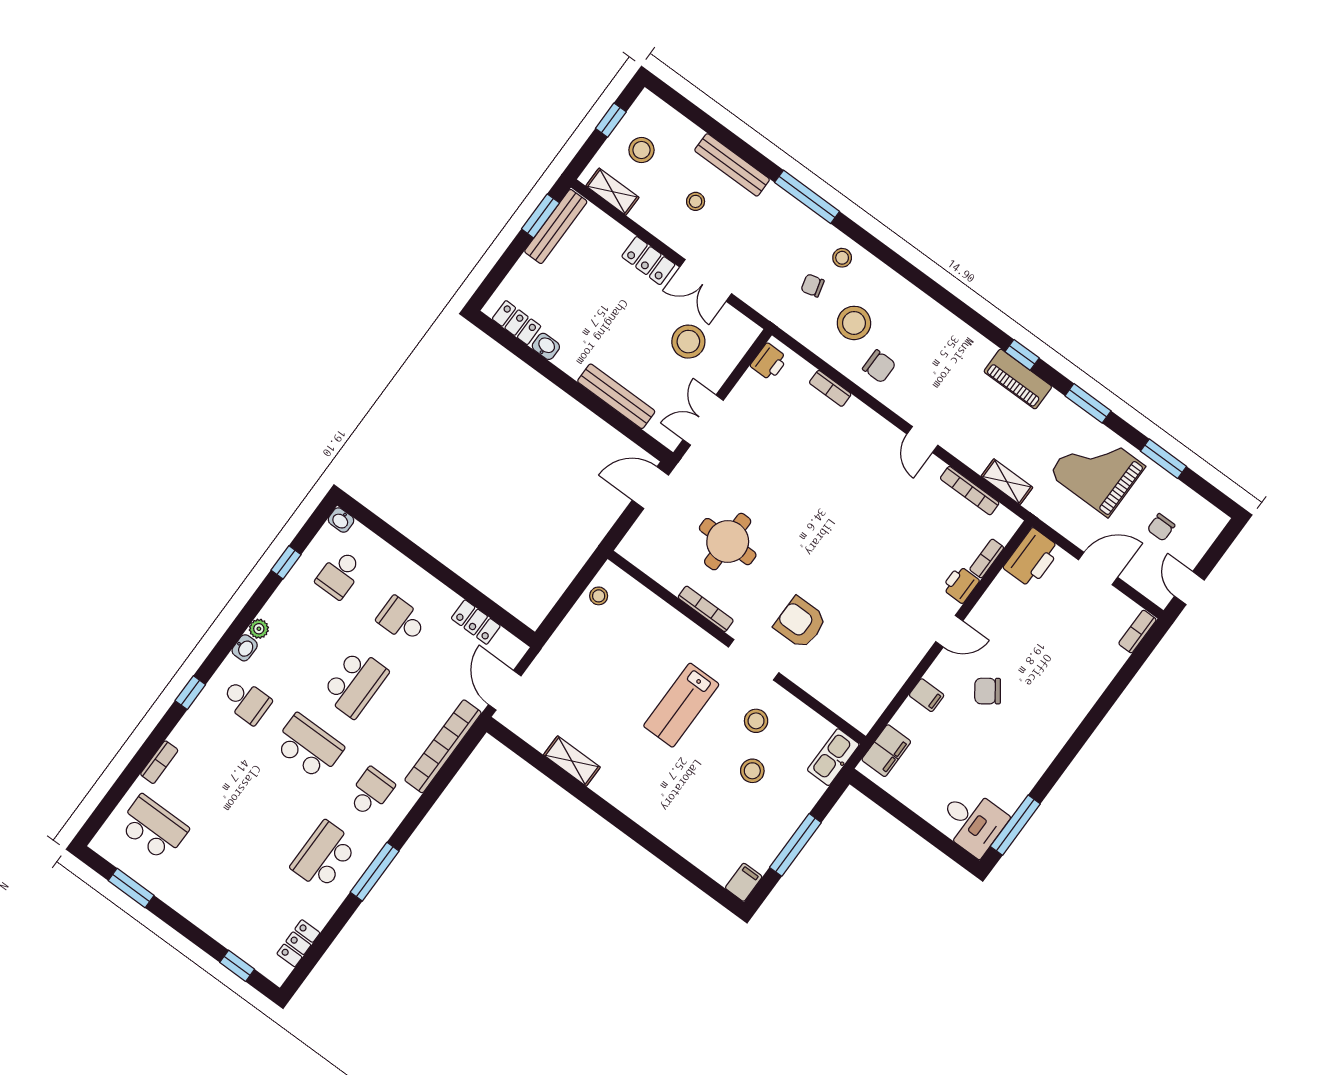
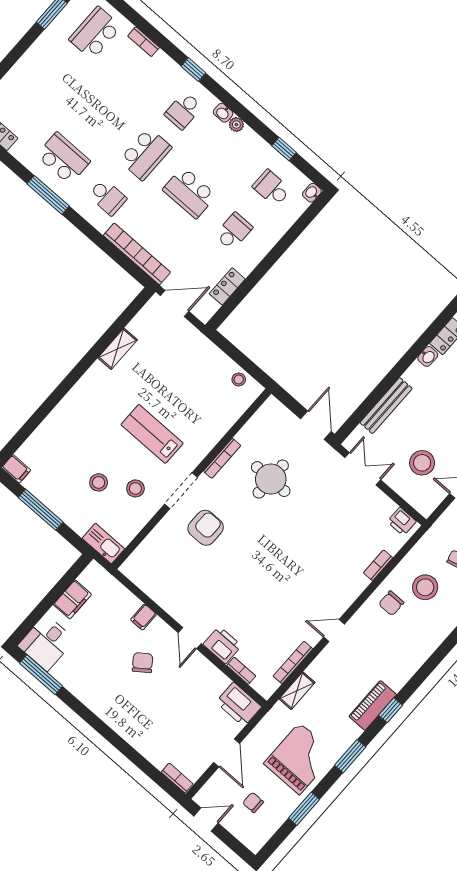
printer: (960, 584) -> (222, 645), width x1.36, depth x1.24
filing cabinet: (886, 751) -> (72, 599), moved, turned -90
school desk: (153, 828) -> (95, 33), turned 180

